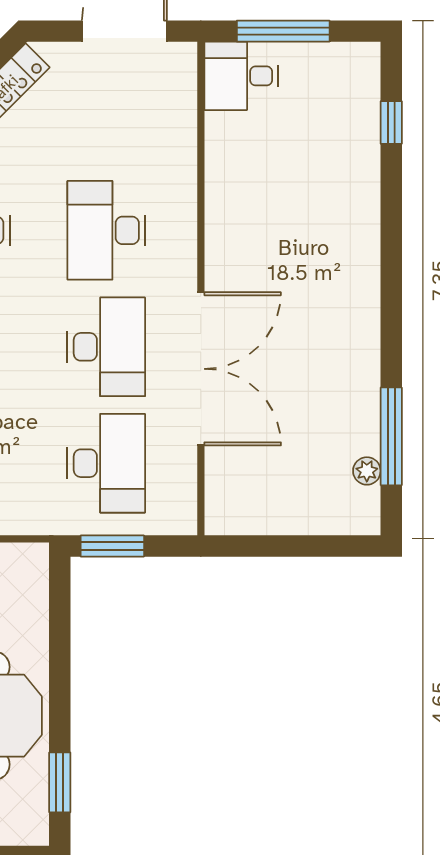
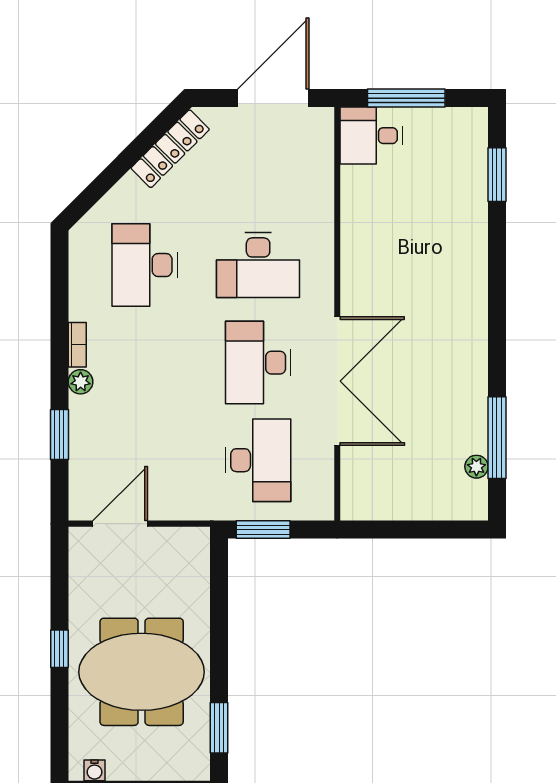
window: (391, 122) -> (497, 175), width x1.50
desk: (106, 230) -> (258, 265), turned -90
desk: (106, 347) -> (258, 363), turned 180

